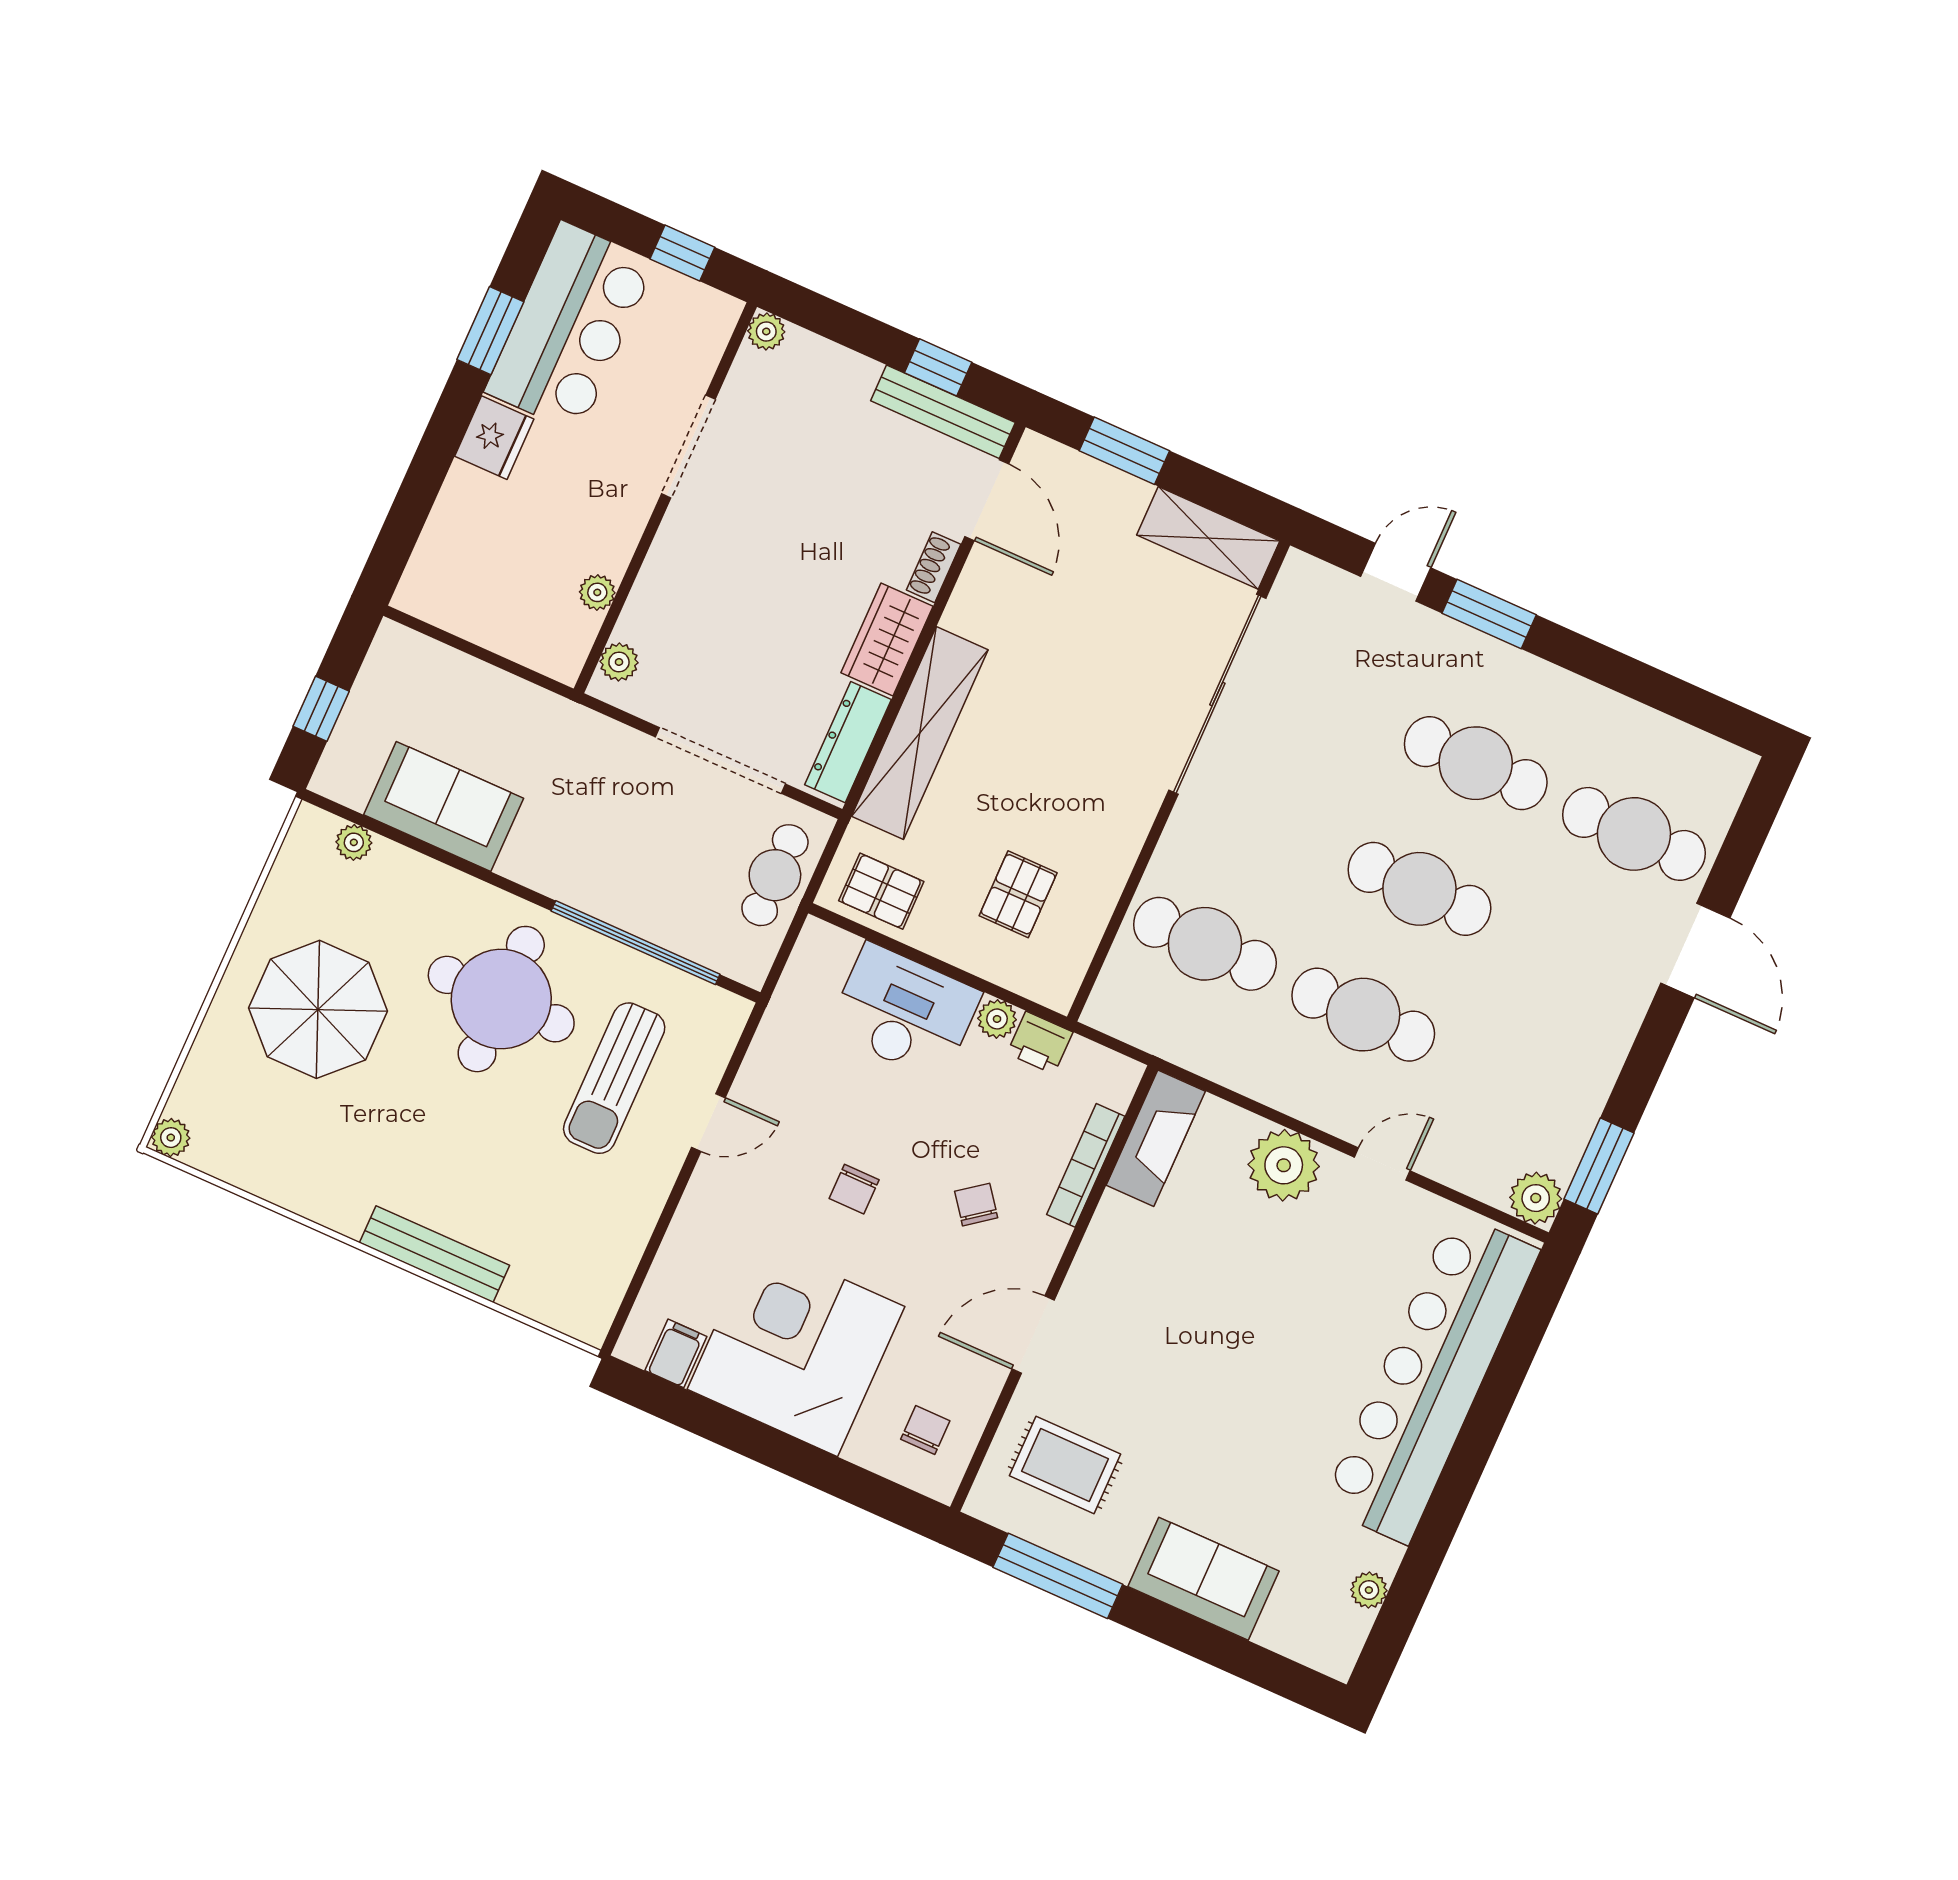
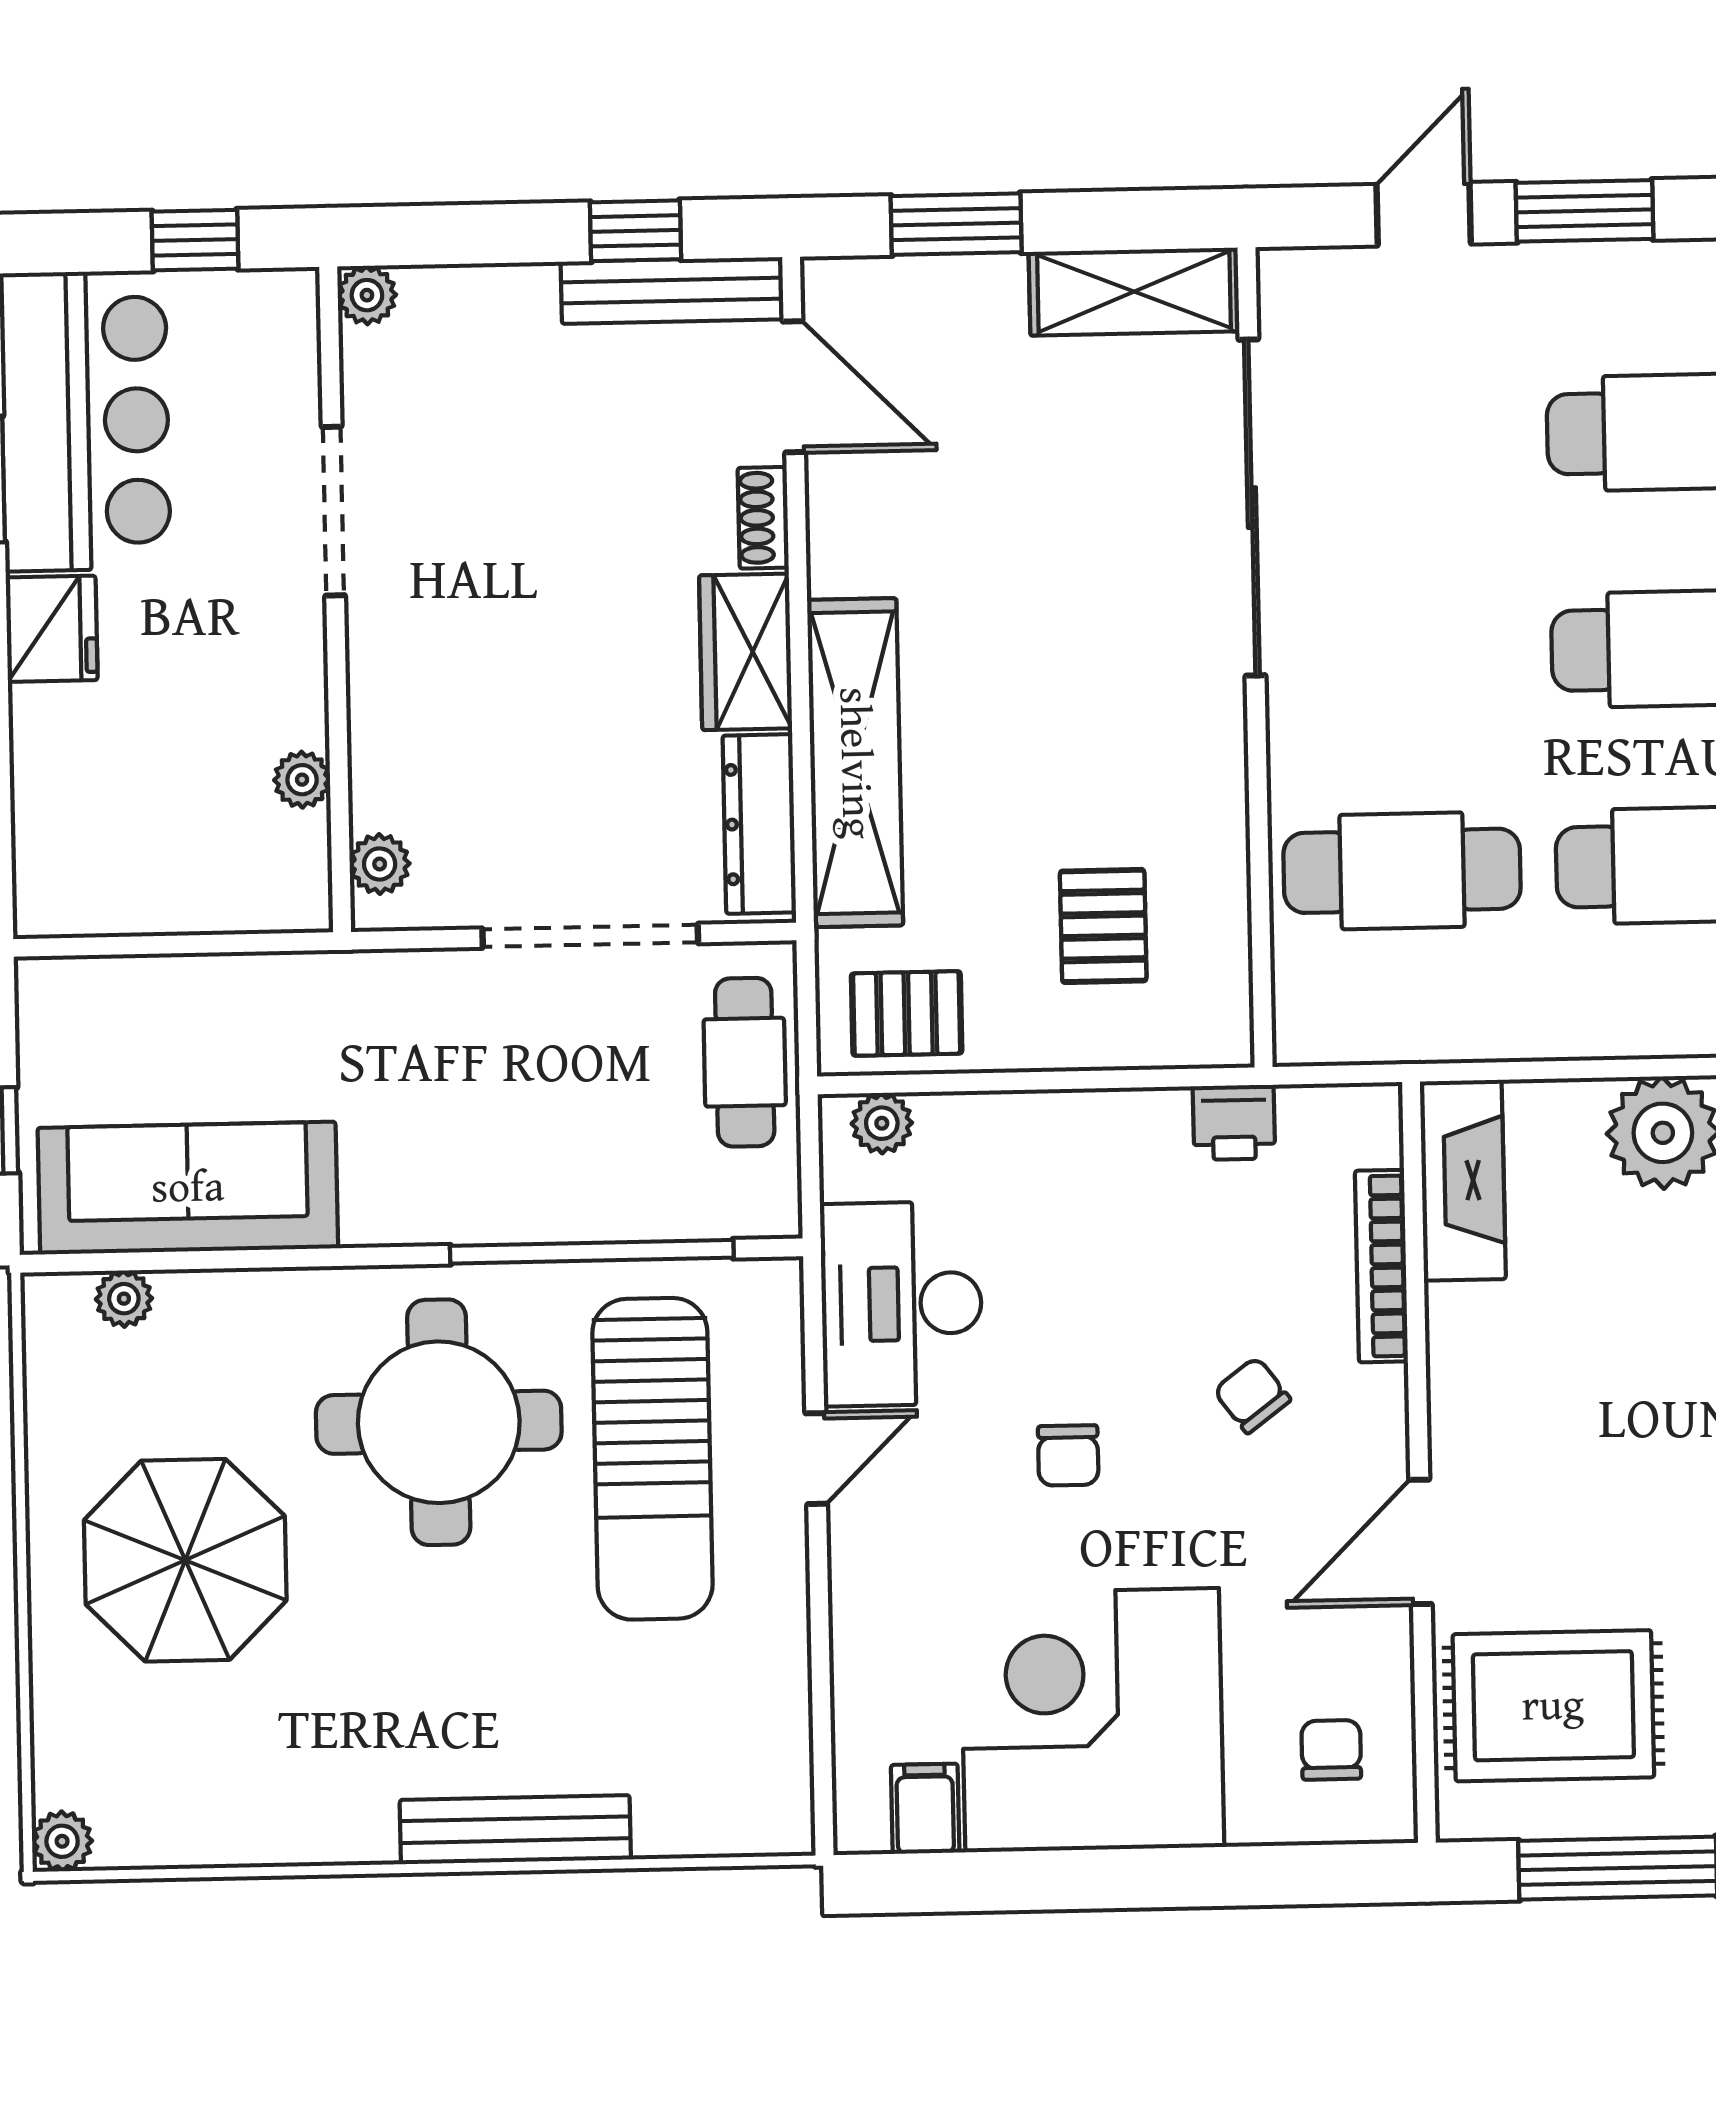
sofa: (444, 806) -> (188, 1188), width x1.36
desk: (904, 1012) -> (901, 1304), moved, turned -90
plant: (997, 1019) -> (882, 1123), moved
sun lounger: (614, 1078) -> (652, 1459), width x1.36, depth x1.34
rug: (1065, 1465) -> (1553, 1706), width x1.36, depth x1.43

